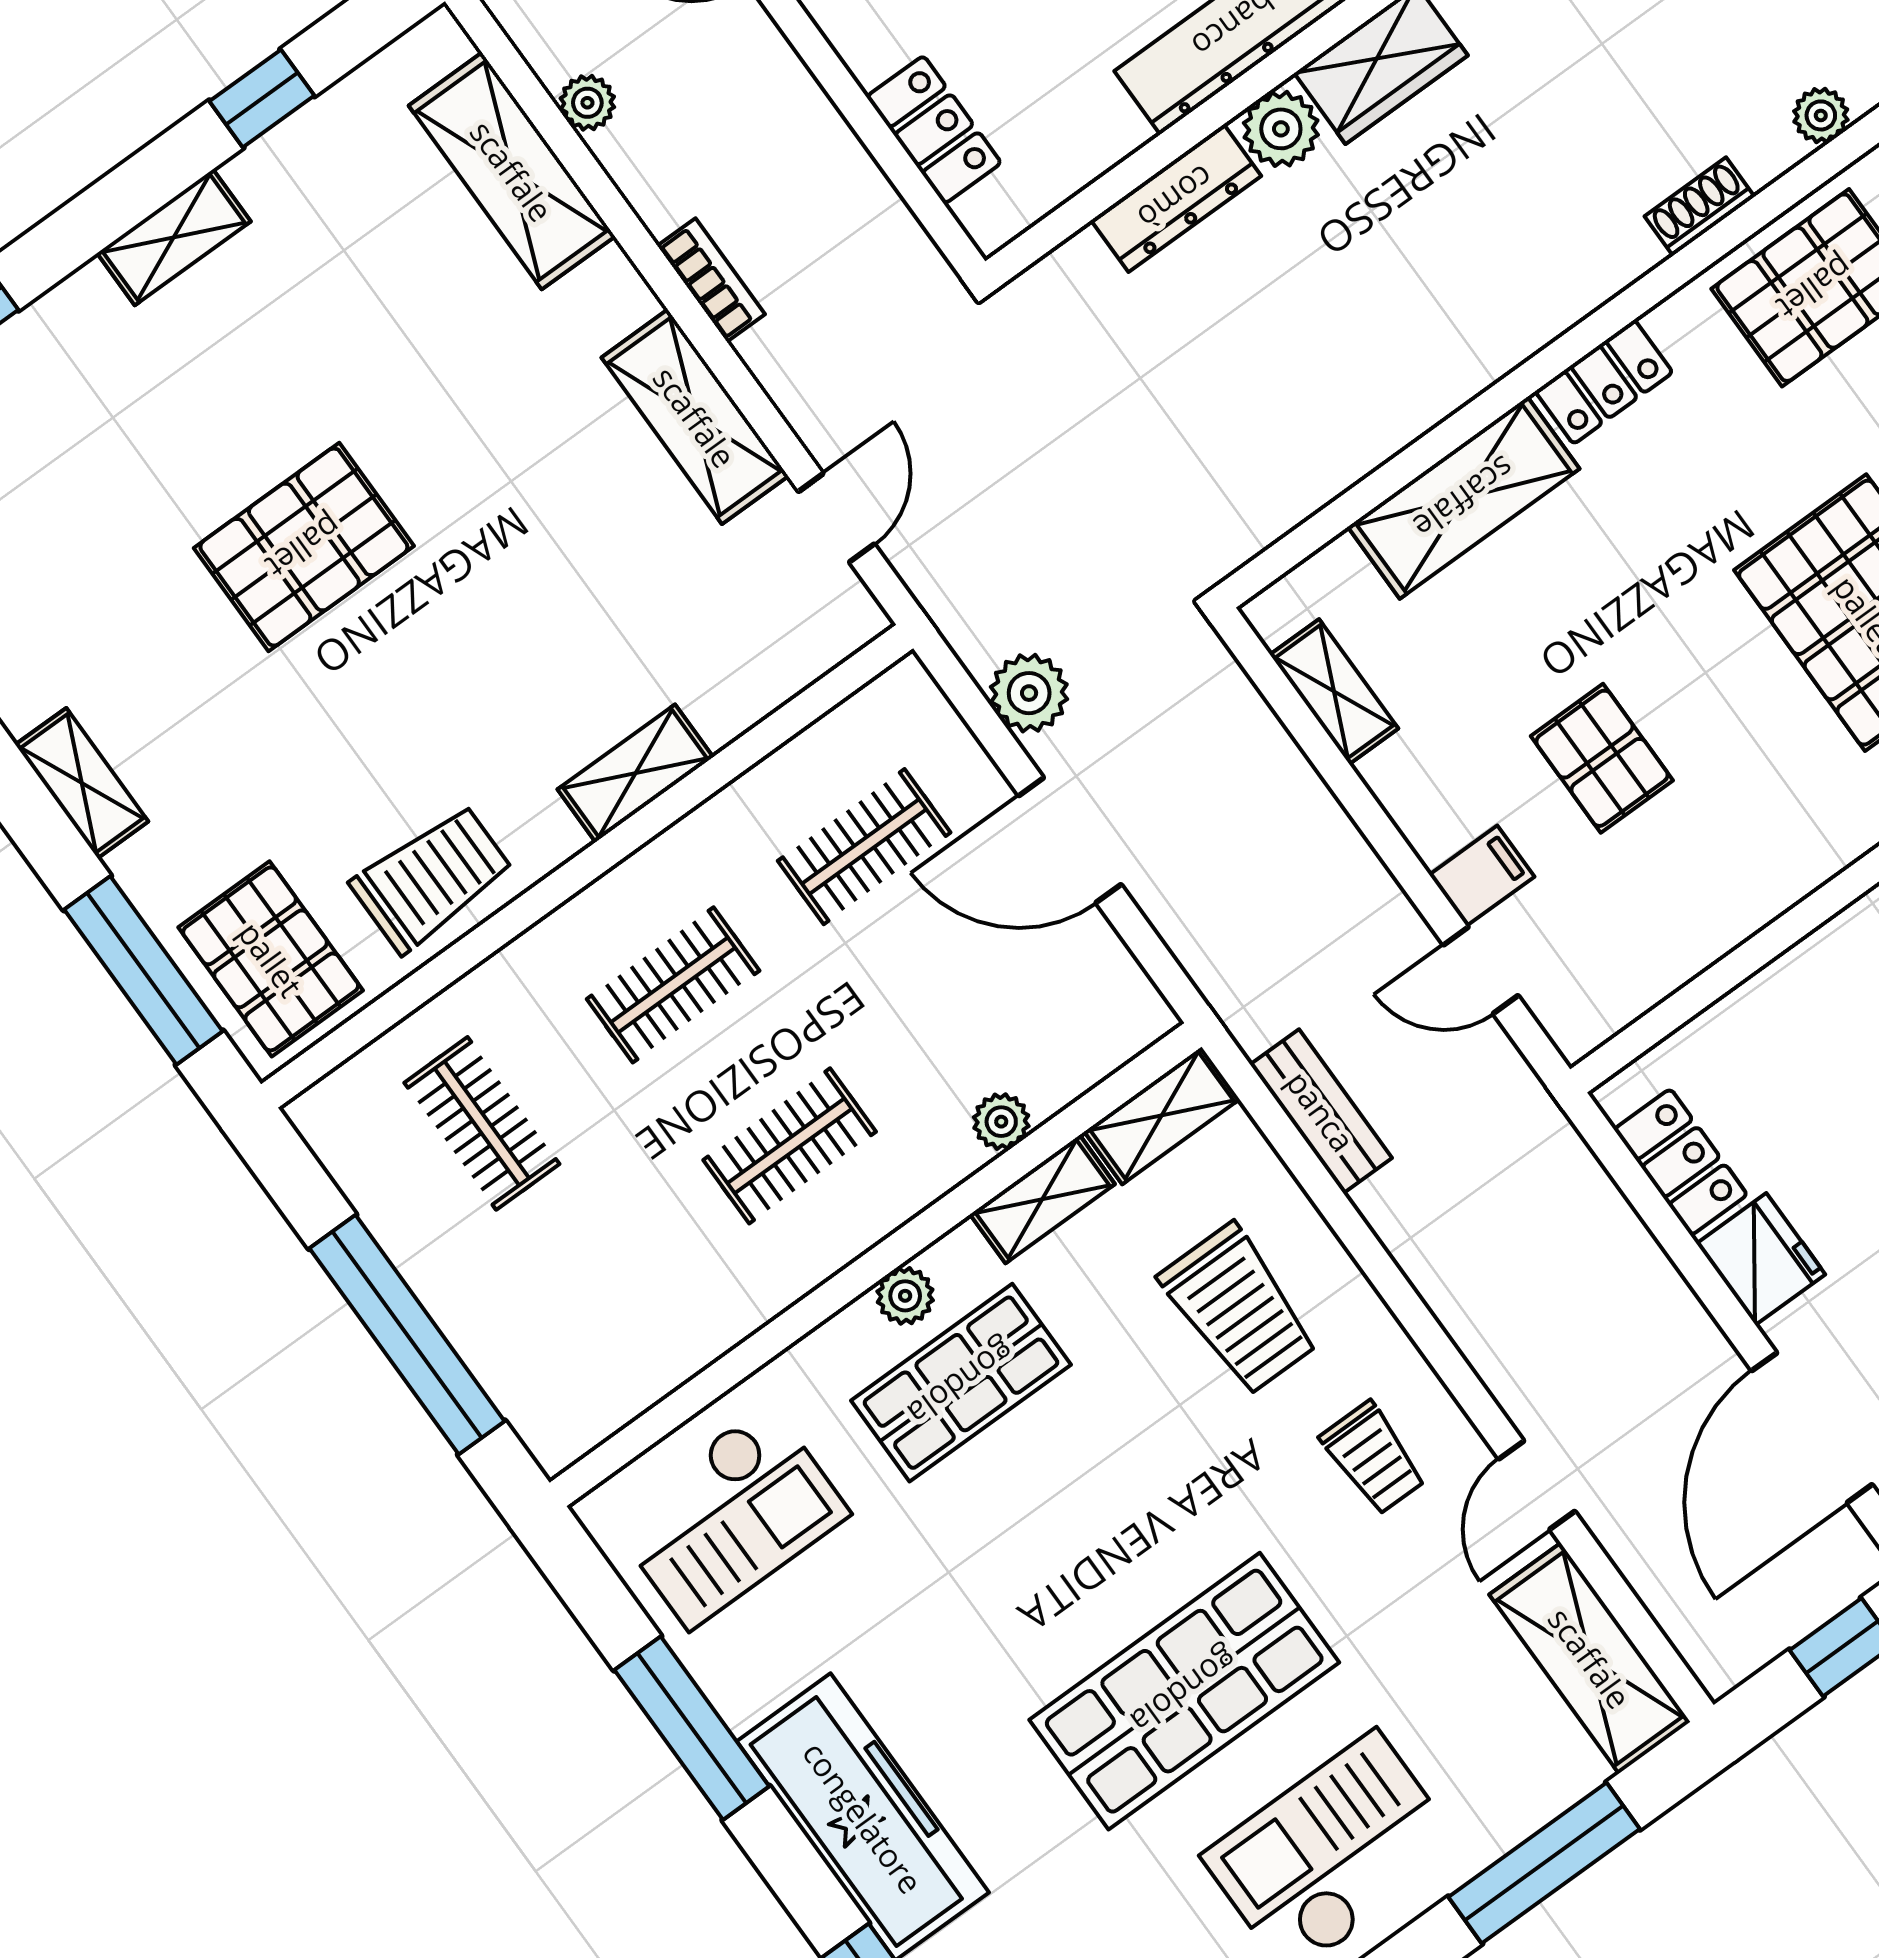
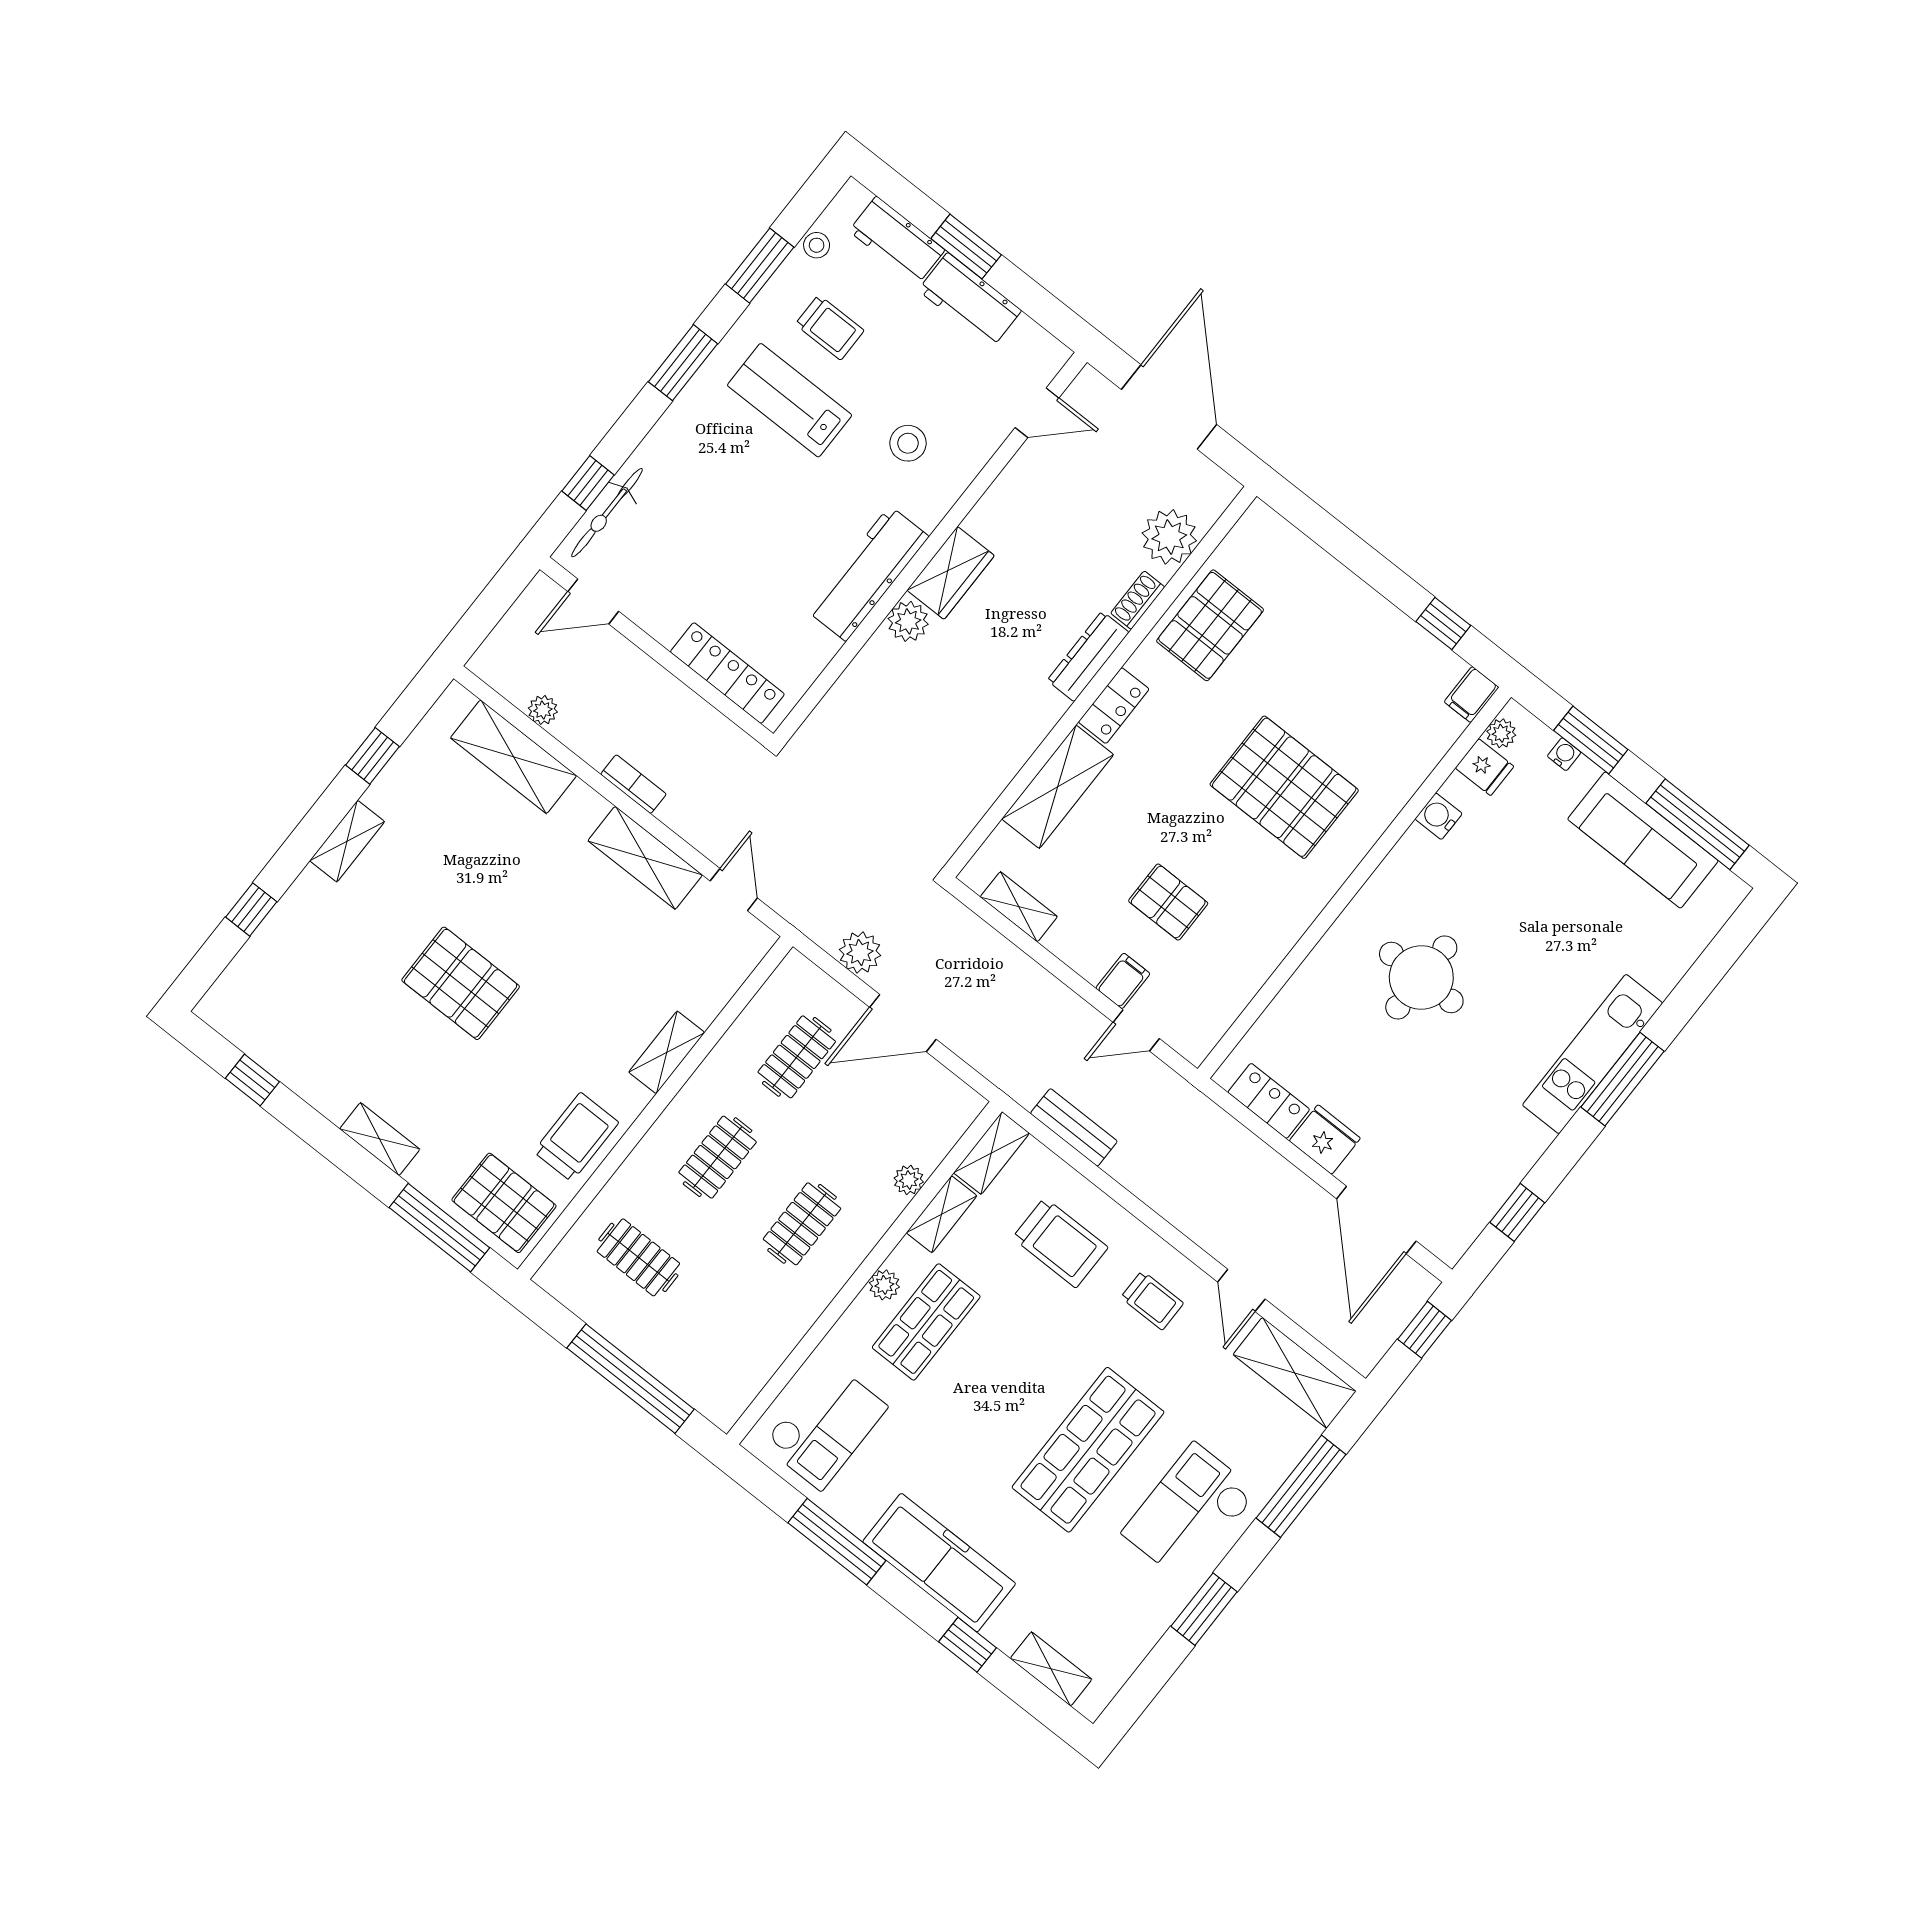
plant: (1821, 115) -> (1169, 537), width x1.88, depth x1.88
locker: (934, 130) -> (727, 673), width x1.53
dresser: (1176, 198) -> (1088, 656), moved, turned 180
pallet: (304, 547) -> (461, 983), turned 90

